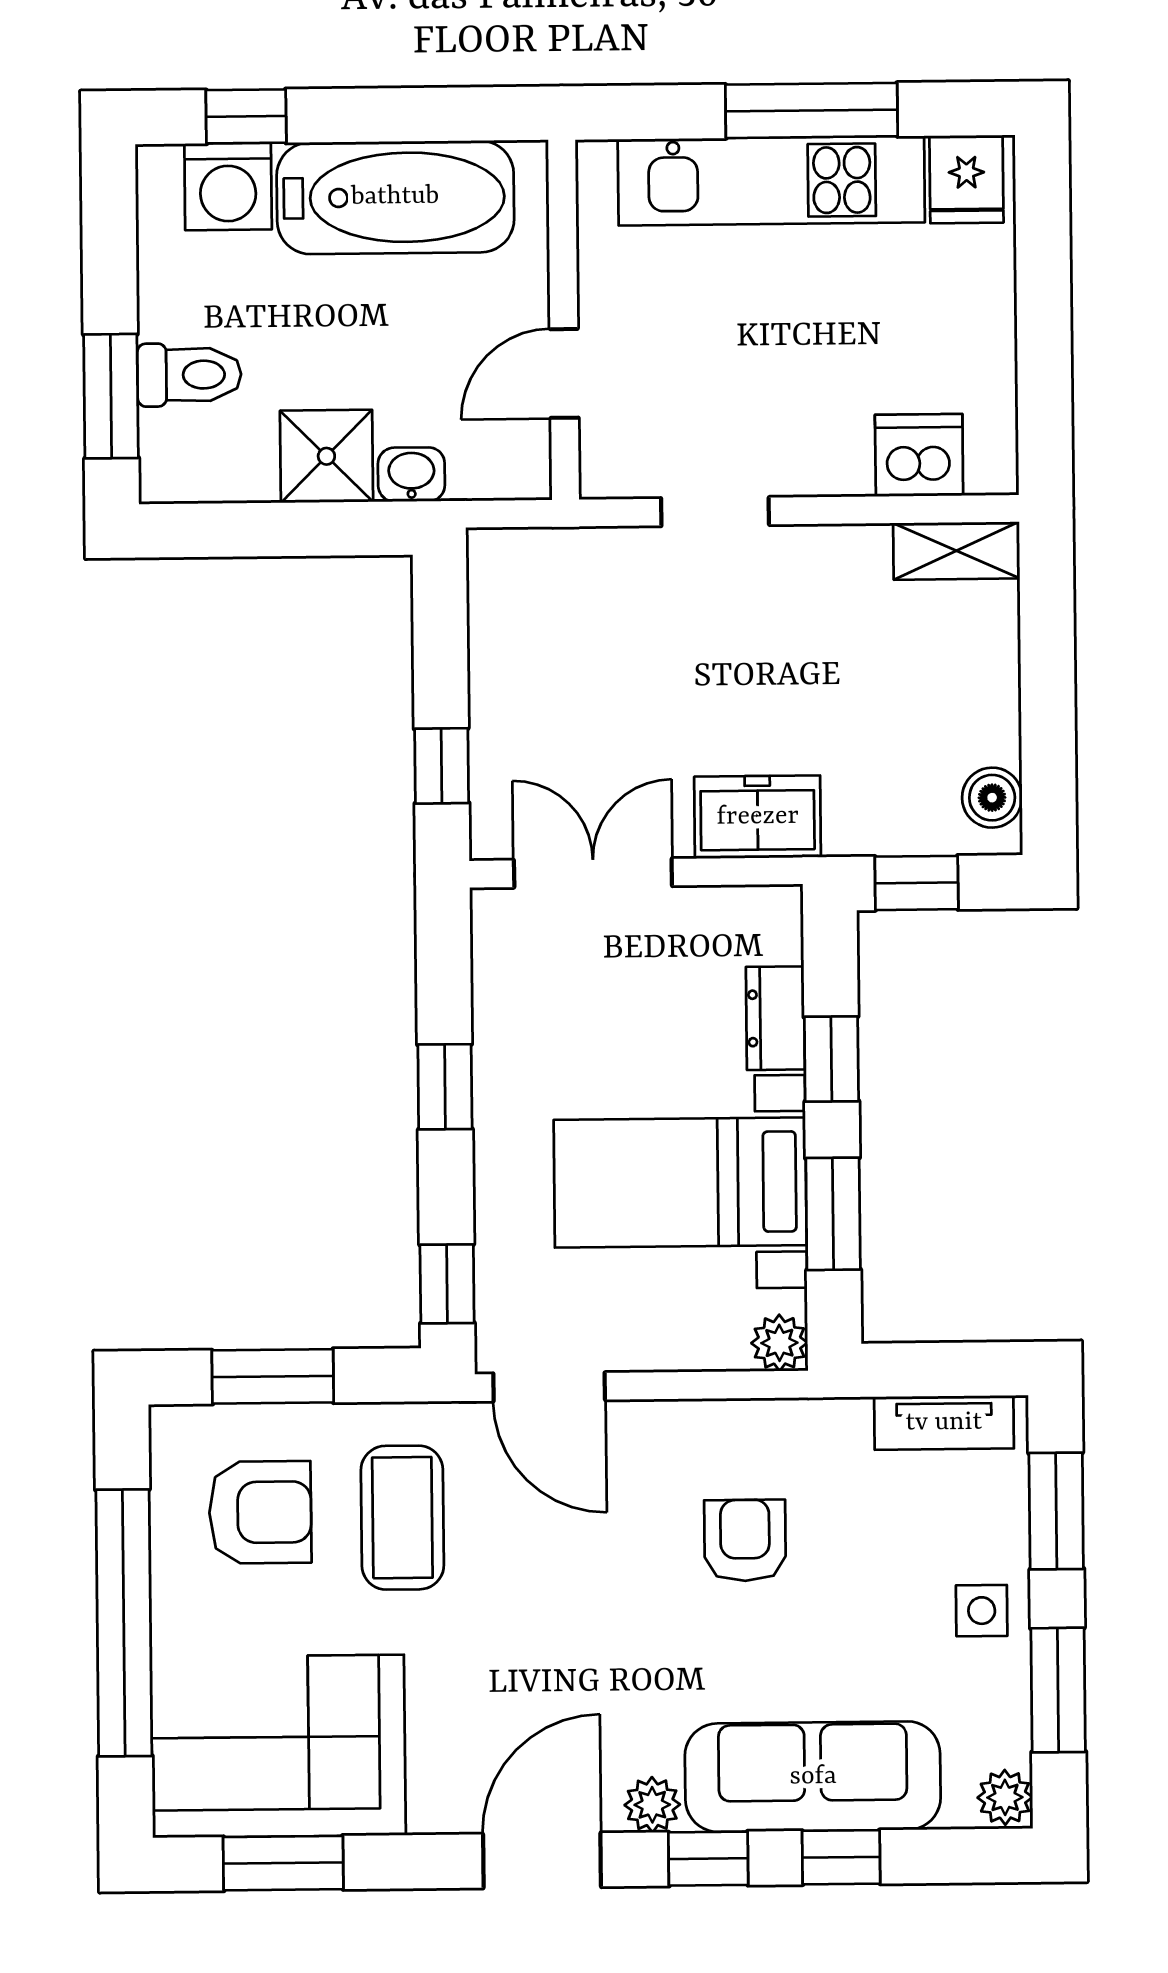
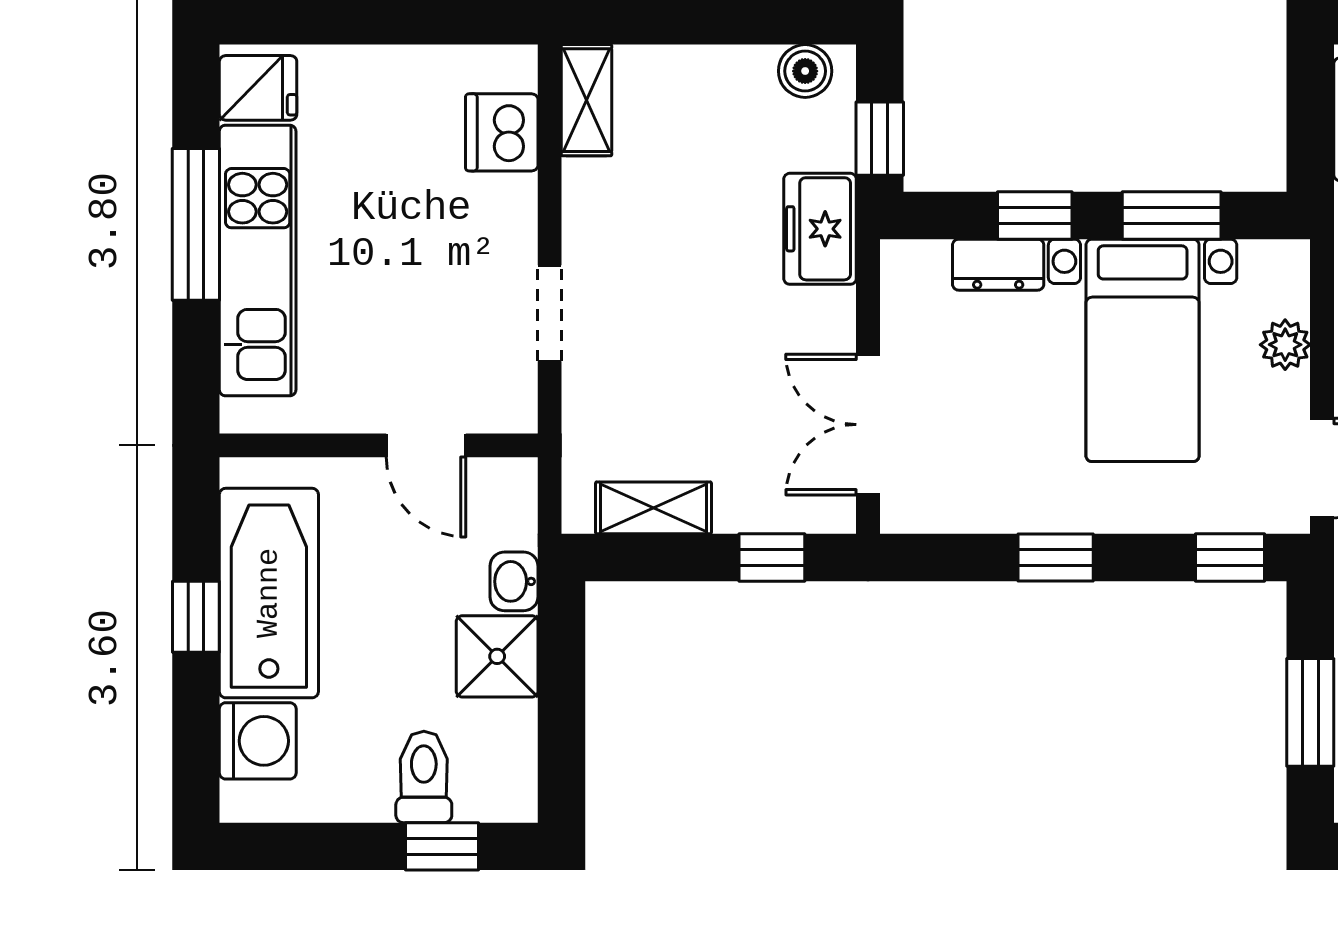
window: (246, 116) -> (196, 617), moved
window: (111, 396) -> (442, 846), width x0.67
shelving: (496, 631) -> (653, 508), added
freezer: (758, 817) -> (820, 229), moved
plant: (779, 1343) -> (1285, 345), moved

